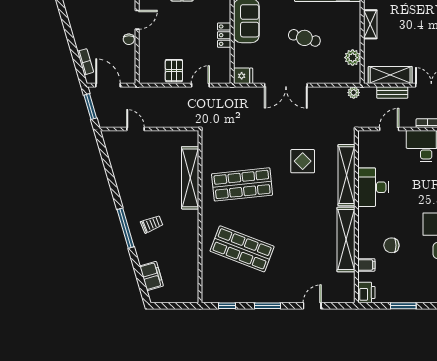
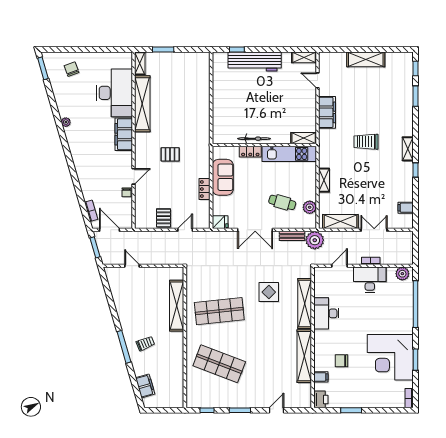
cafe table: (304, 38) -> (282, 202), moved
plant: (354, 93) -> (315, 240), width x1.87, depth x1.87
bench: (392, 93) -> (292, 236), moved

